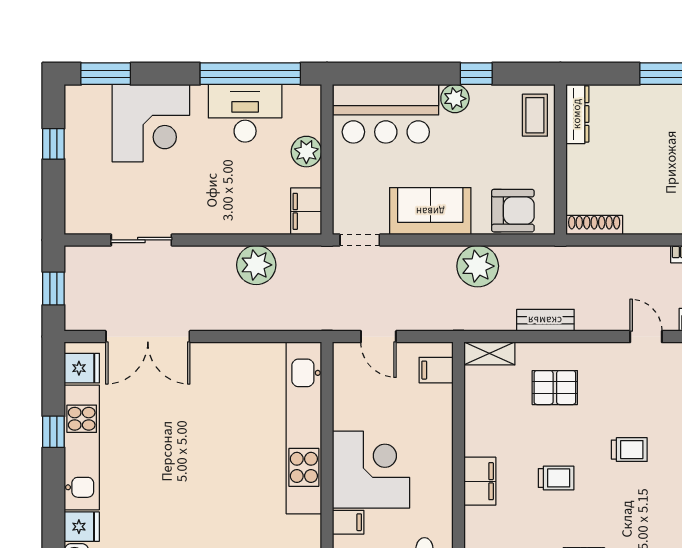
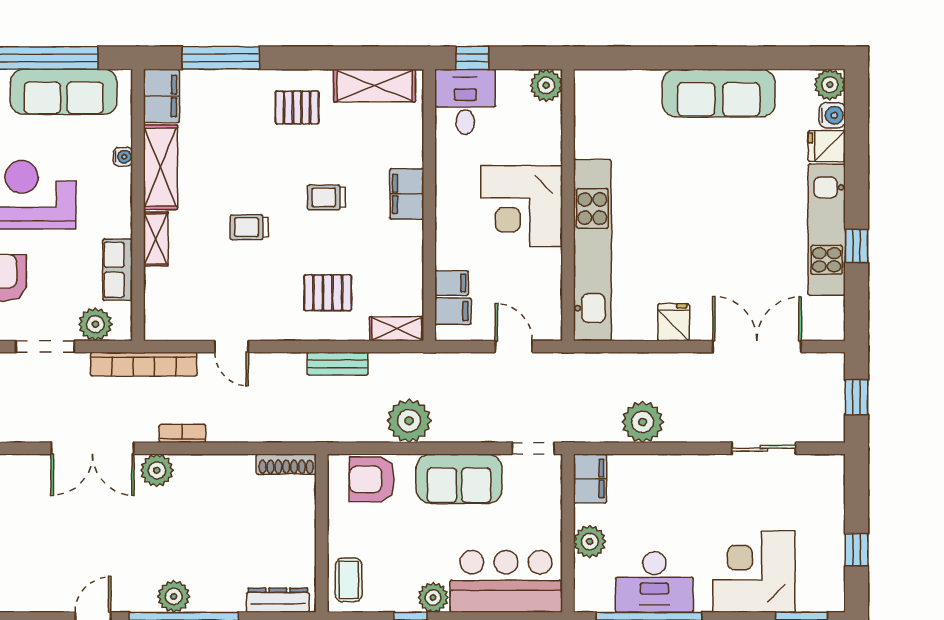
dresser: (577, 114) -> (278, 600), moved, turned 90
fridge: (82, 368) -> (674, 322), moved, turned 90
filing cabinet: (348, 522) -> (452, 283), moved, turned 180

